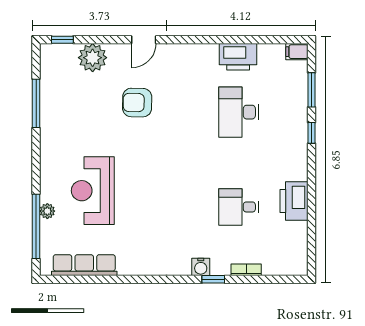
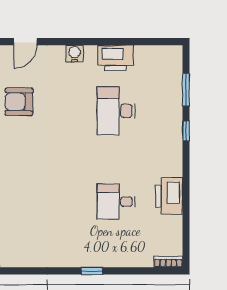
filing cabinet: (297, 52) -> (172, 53), removed
water cooler: (201, 267) -> (75, 54), moved, turned 180
bookcase: (246, 270) -> (168, 262), moved

